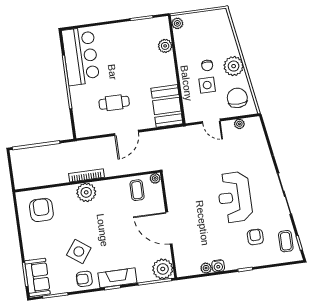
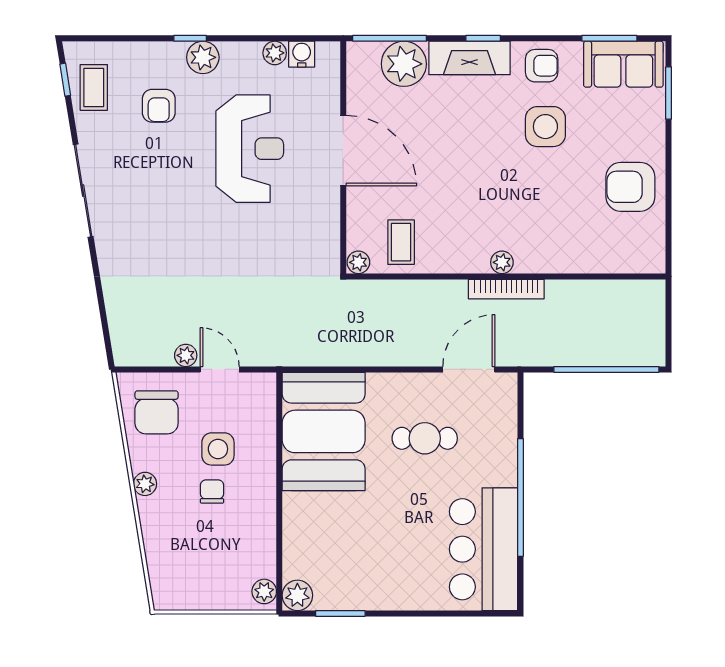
plant: (165, 46) -> (297, 595), moved
plant: (234, 66) -> (145, 484), width x0.53, depth x0.53
booth: (167, 106) -> (324, 431), width x1.36, depth x1.42
plant: (239, 124) -> (186, 355), moved
door: (126, 133) -> (469, 369), moved
plant: (86, 192) -> (502, 262), width x0.53, depth x0.53
reception desk: (235, 197) -> (250, 149), moved
armchair: (41, 210) -> (630, 187), moved, turned 90
side table: (79, 252) -> (545, 127), turned -36
plant: (238, 262) -> (203, 57), added
water cooler: (218, 266) -> (302, 54), moved
plant: (163, 269) -> (404, 64), moved
sofa: (37, 277) -> (623, 64), moved, turned -90

